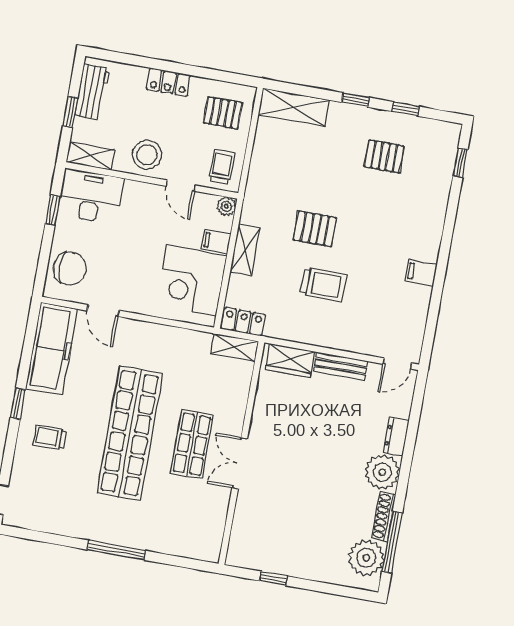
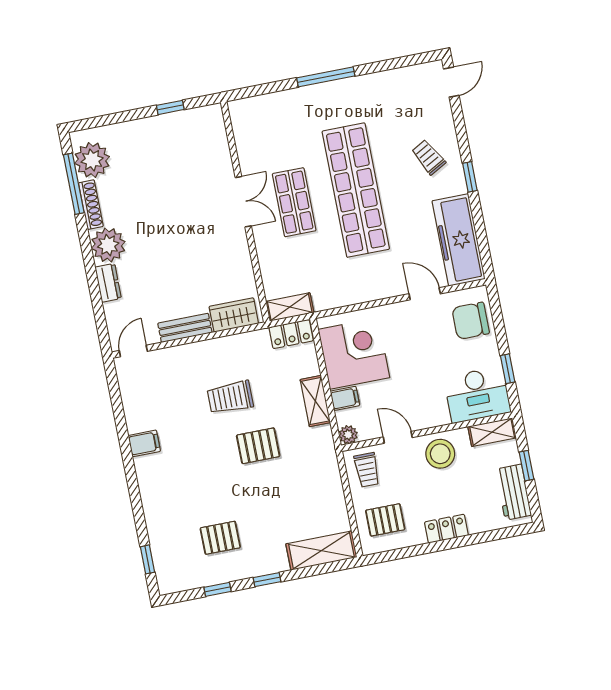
trolley: (49, 437) -> (429, 157), turned -119

